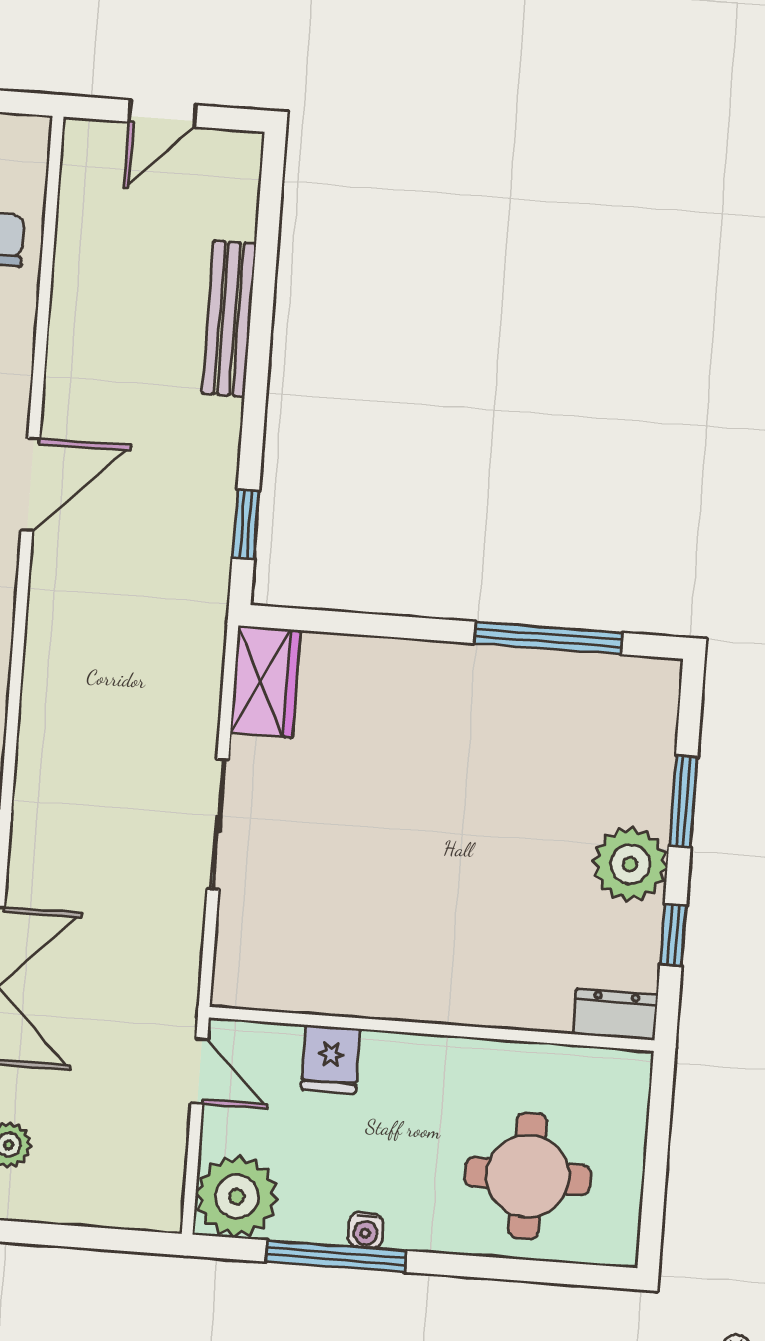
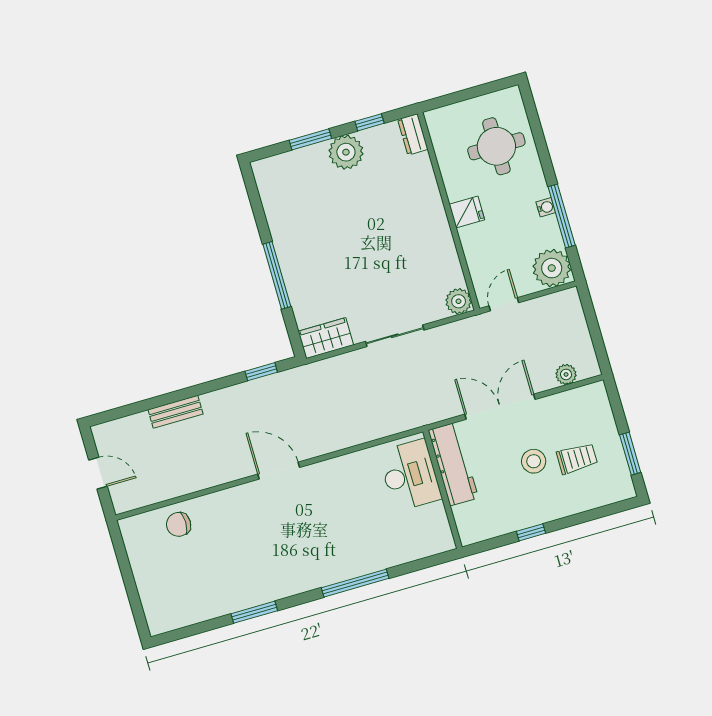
bench: (229, 319) -> (176, 412), width x0.73
window: (548, 638) -> (277, 275), moved
plant: (240, 981) -> (459, 301), added
fridge: (331, 1059) -> (467, 212), moved

